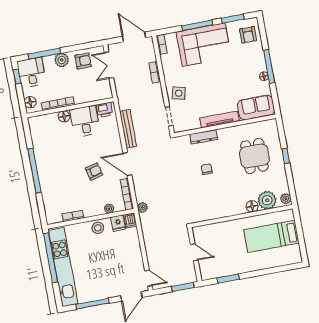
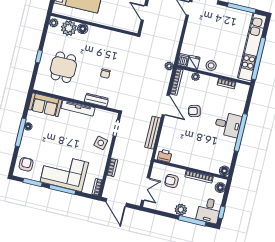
armchair: (83, 61) -> (172, 181), moved
floor lamp: (64, 116) -> (224, 171), moved
desk: (85, 121) -> (228, 125), moved, turned -90

